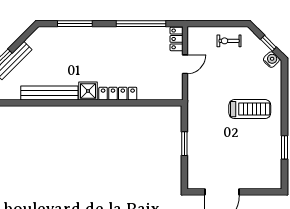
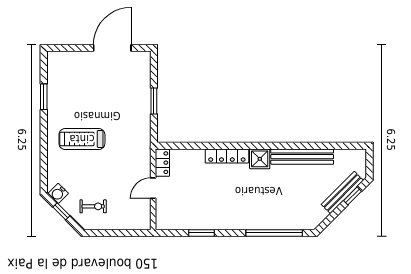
window: (75, 24) -> (274, 233), width x1.46
window: (141, 24) -> (202, 233), width x0.47
locker: (177, 39) -> (162, 163), moved
exercise bike: (229, 41) -> (93, 206), moved

